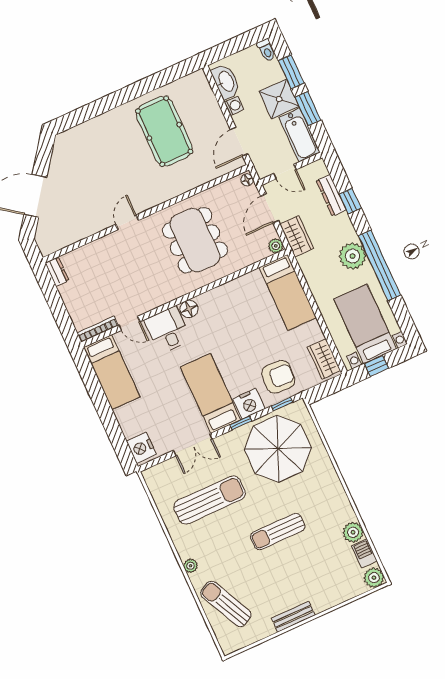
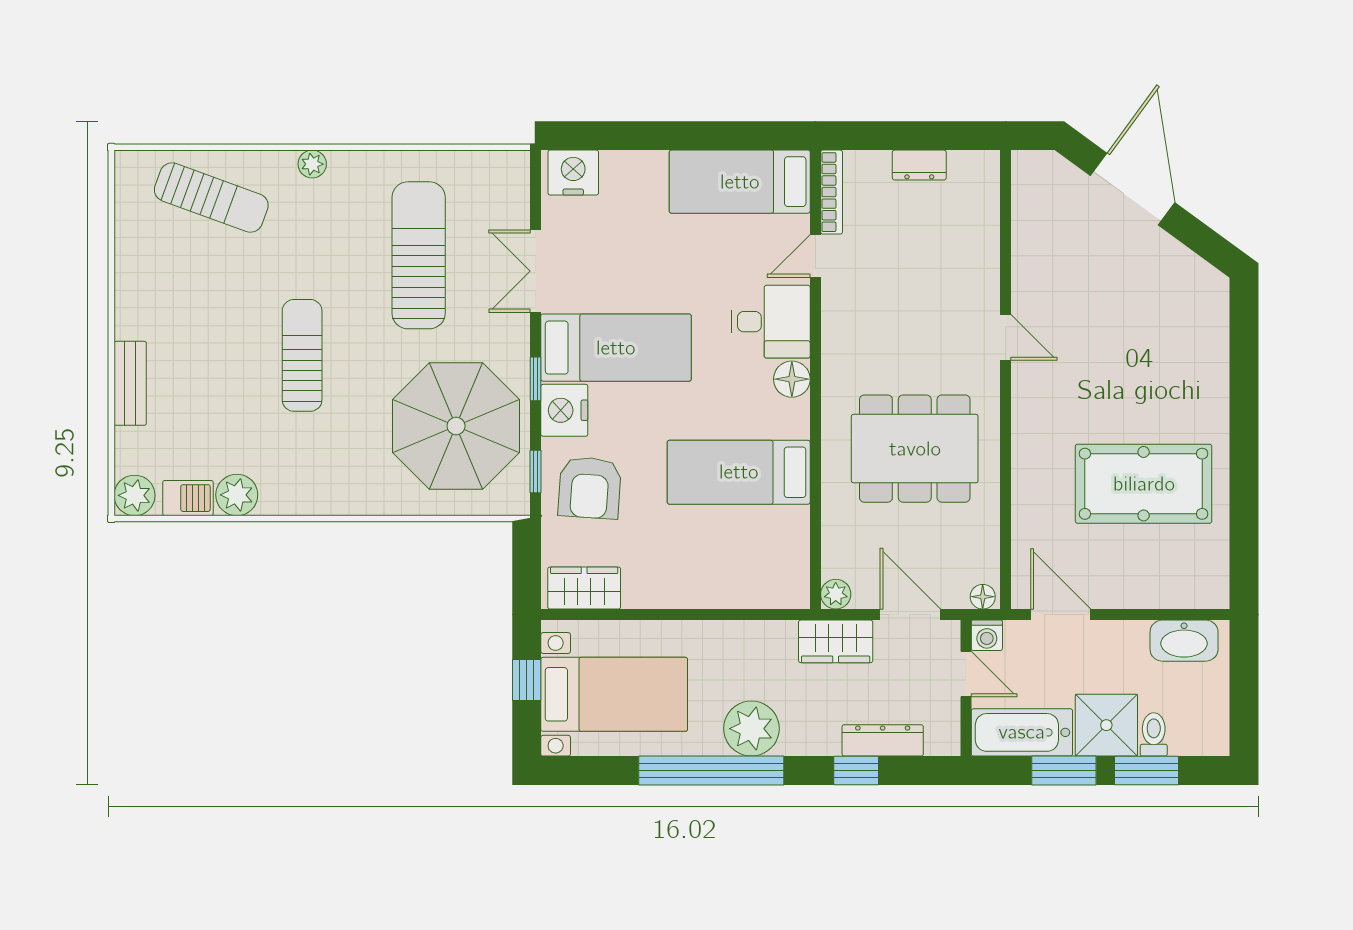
toilet: (266, 50) -> (1154, 734), moved, turned 90
washing machine: (234, 106) -> (987, 635), moved
door: (285, 172) -> (966, 674), swing flipped
dresser: (57, 272) -> (919, 165), moved
bed: (288, 292) -> (739, 472), moved
sun lounger: (210, 500) -> (419, 255), turned 180
sun lounger: (226, 604) -> (211, 198), turned 46
bench: (293, 617) -> (130, 383), moved

